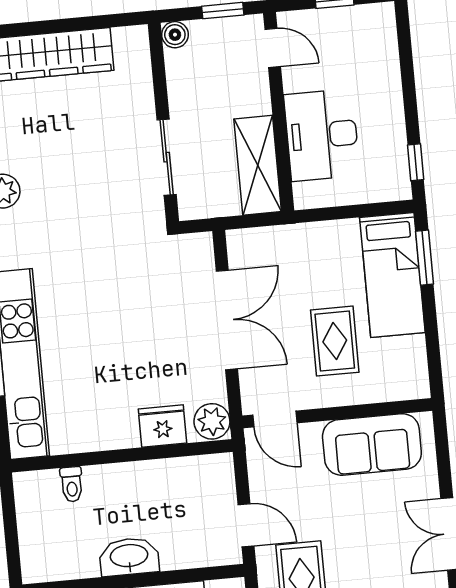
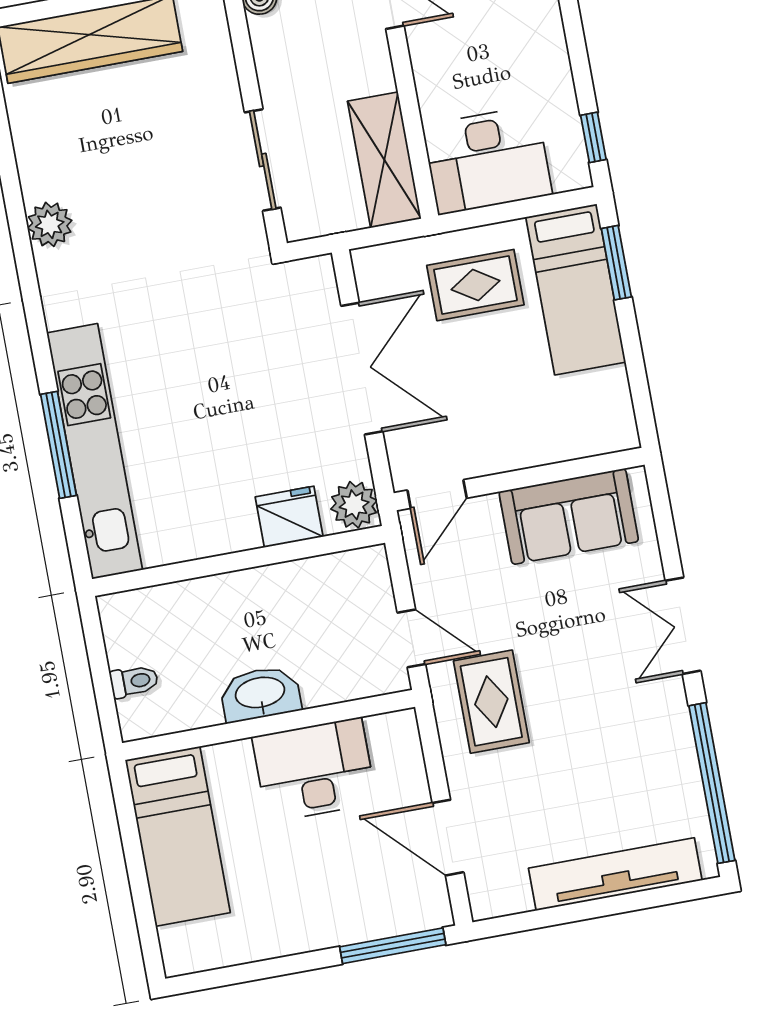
desk: (322, 135) -> (487, 160), moved, turned -90
rug: (335, 341) -> (475, 285), moved, turned 90
door: (275, 419) -> (437, 494), hinge flipped
toilet: (72, 484) -> (134, 681), moved, turned -90

